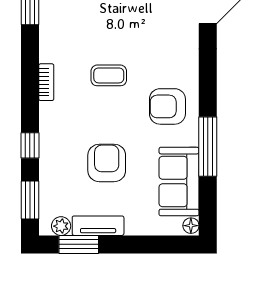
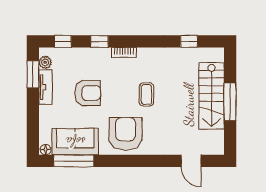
bookcase: (46, 82) -> (124, 52), moved
armchair: (167, 106) -> (126, 134), width x1.36, depth x1.36
window: (208, 147) -> (74, 161), moved
window: (30, 200) -> (63, 41), width x0.67

